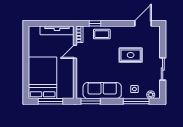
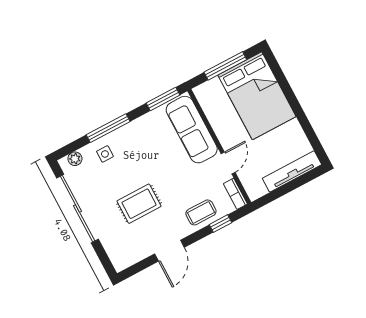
door: (143, 23) -> (169, 251), moved
tv unit: (57, 30) -> (292, 171), moved
sliding door: (163, 69) -> (78, 209), width x1.86
sofa: (102, 91) -> (192, 130), moved, turned 90
window: (136, 101) -> (108, 128), moved

